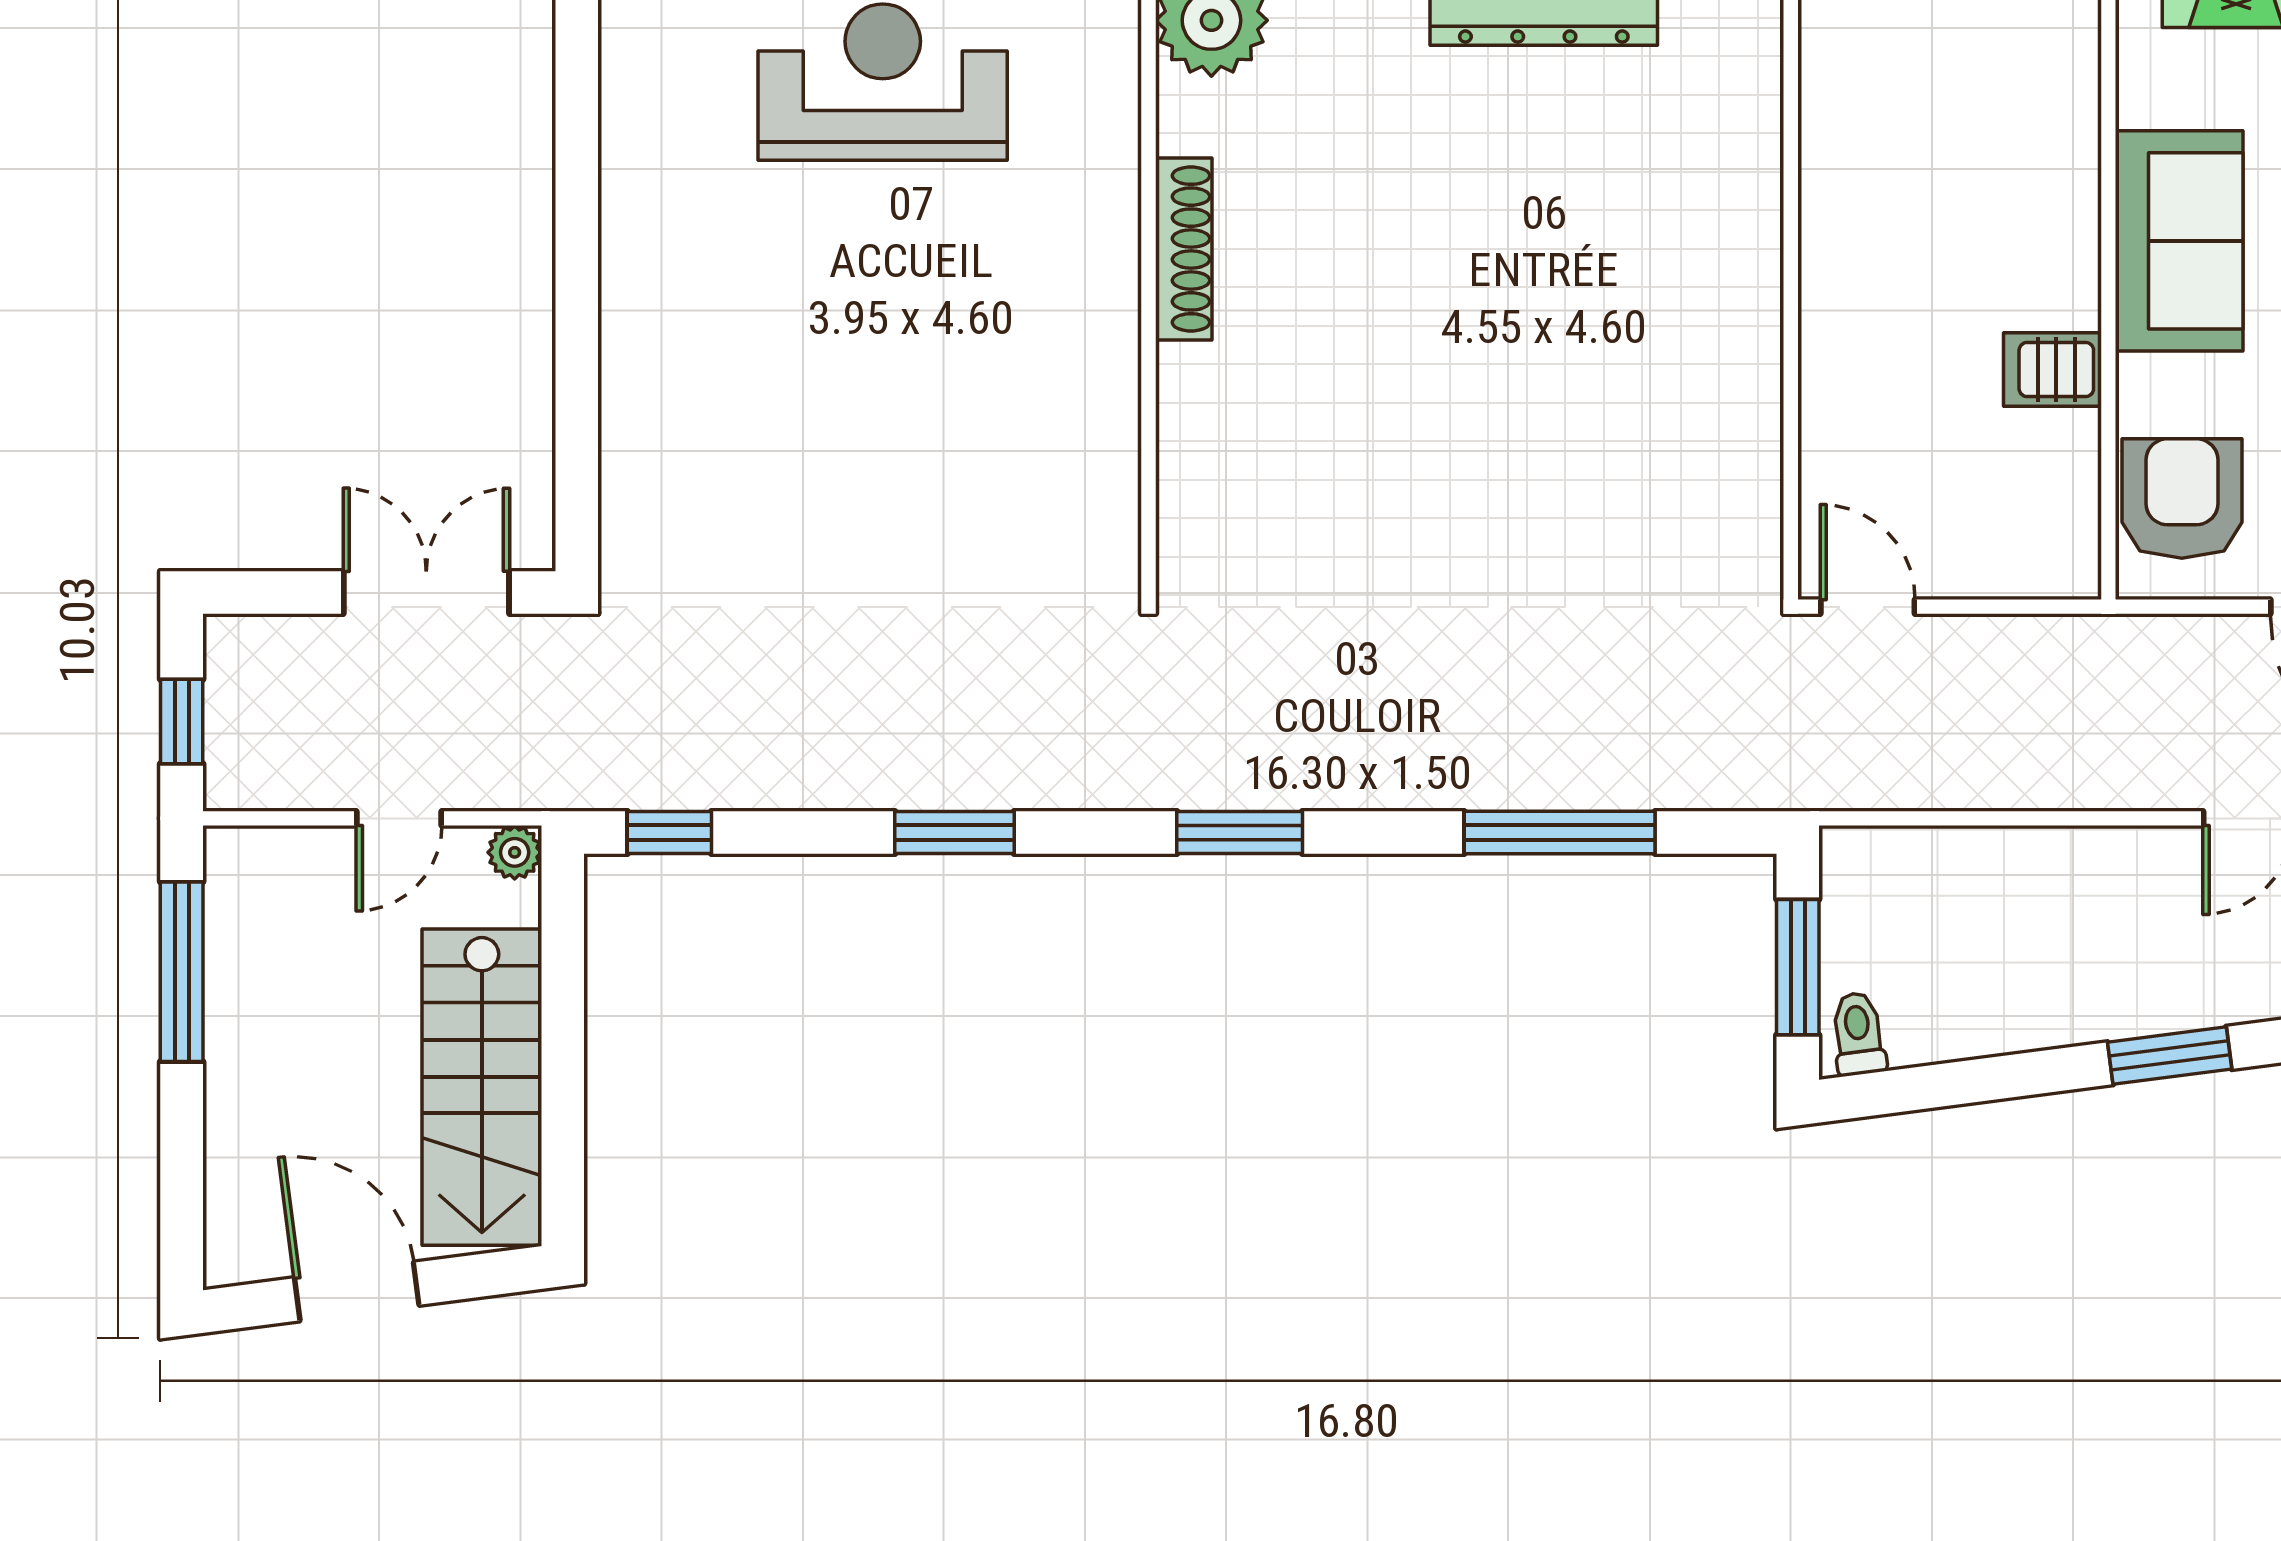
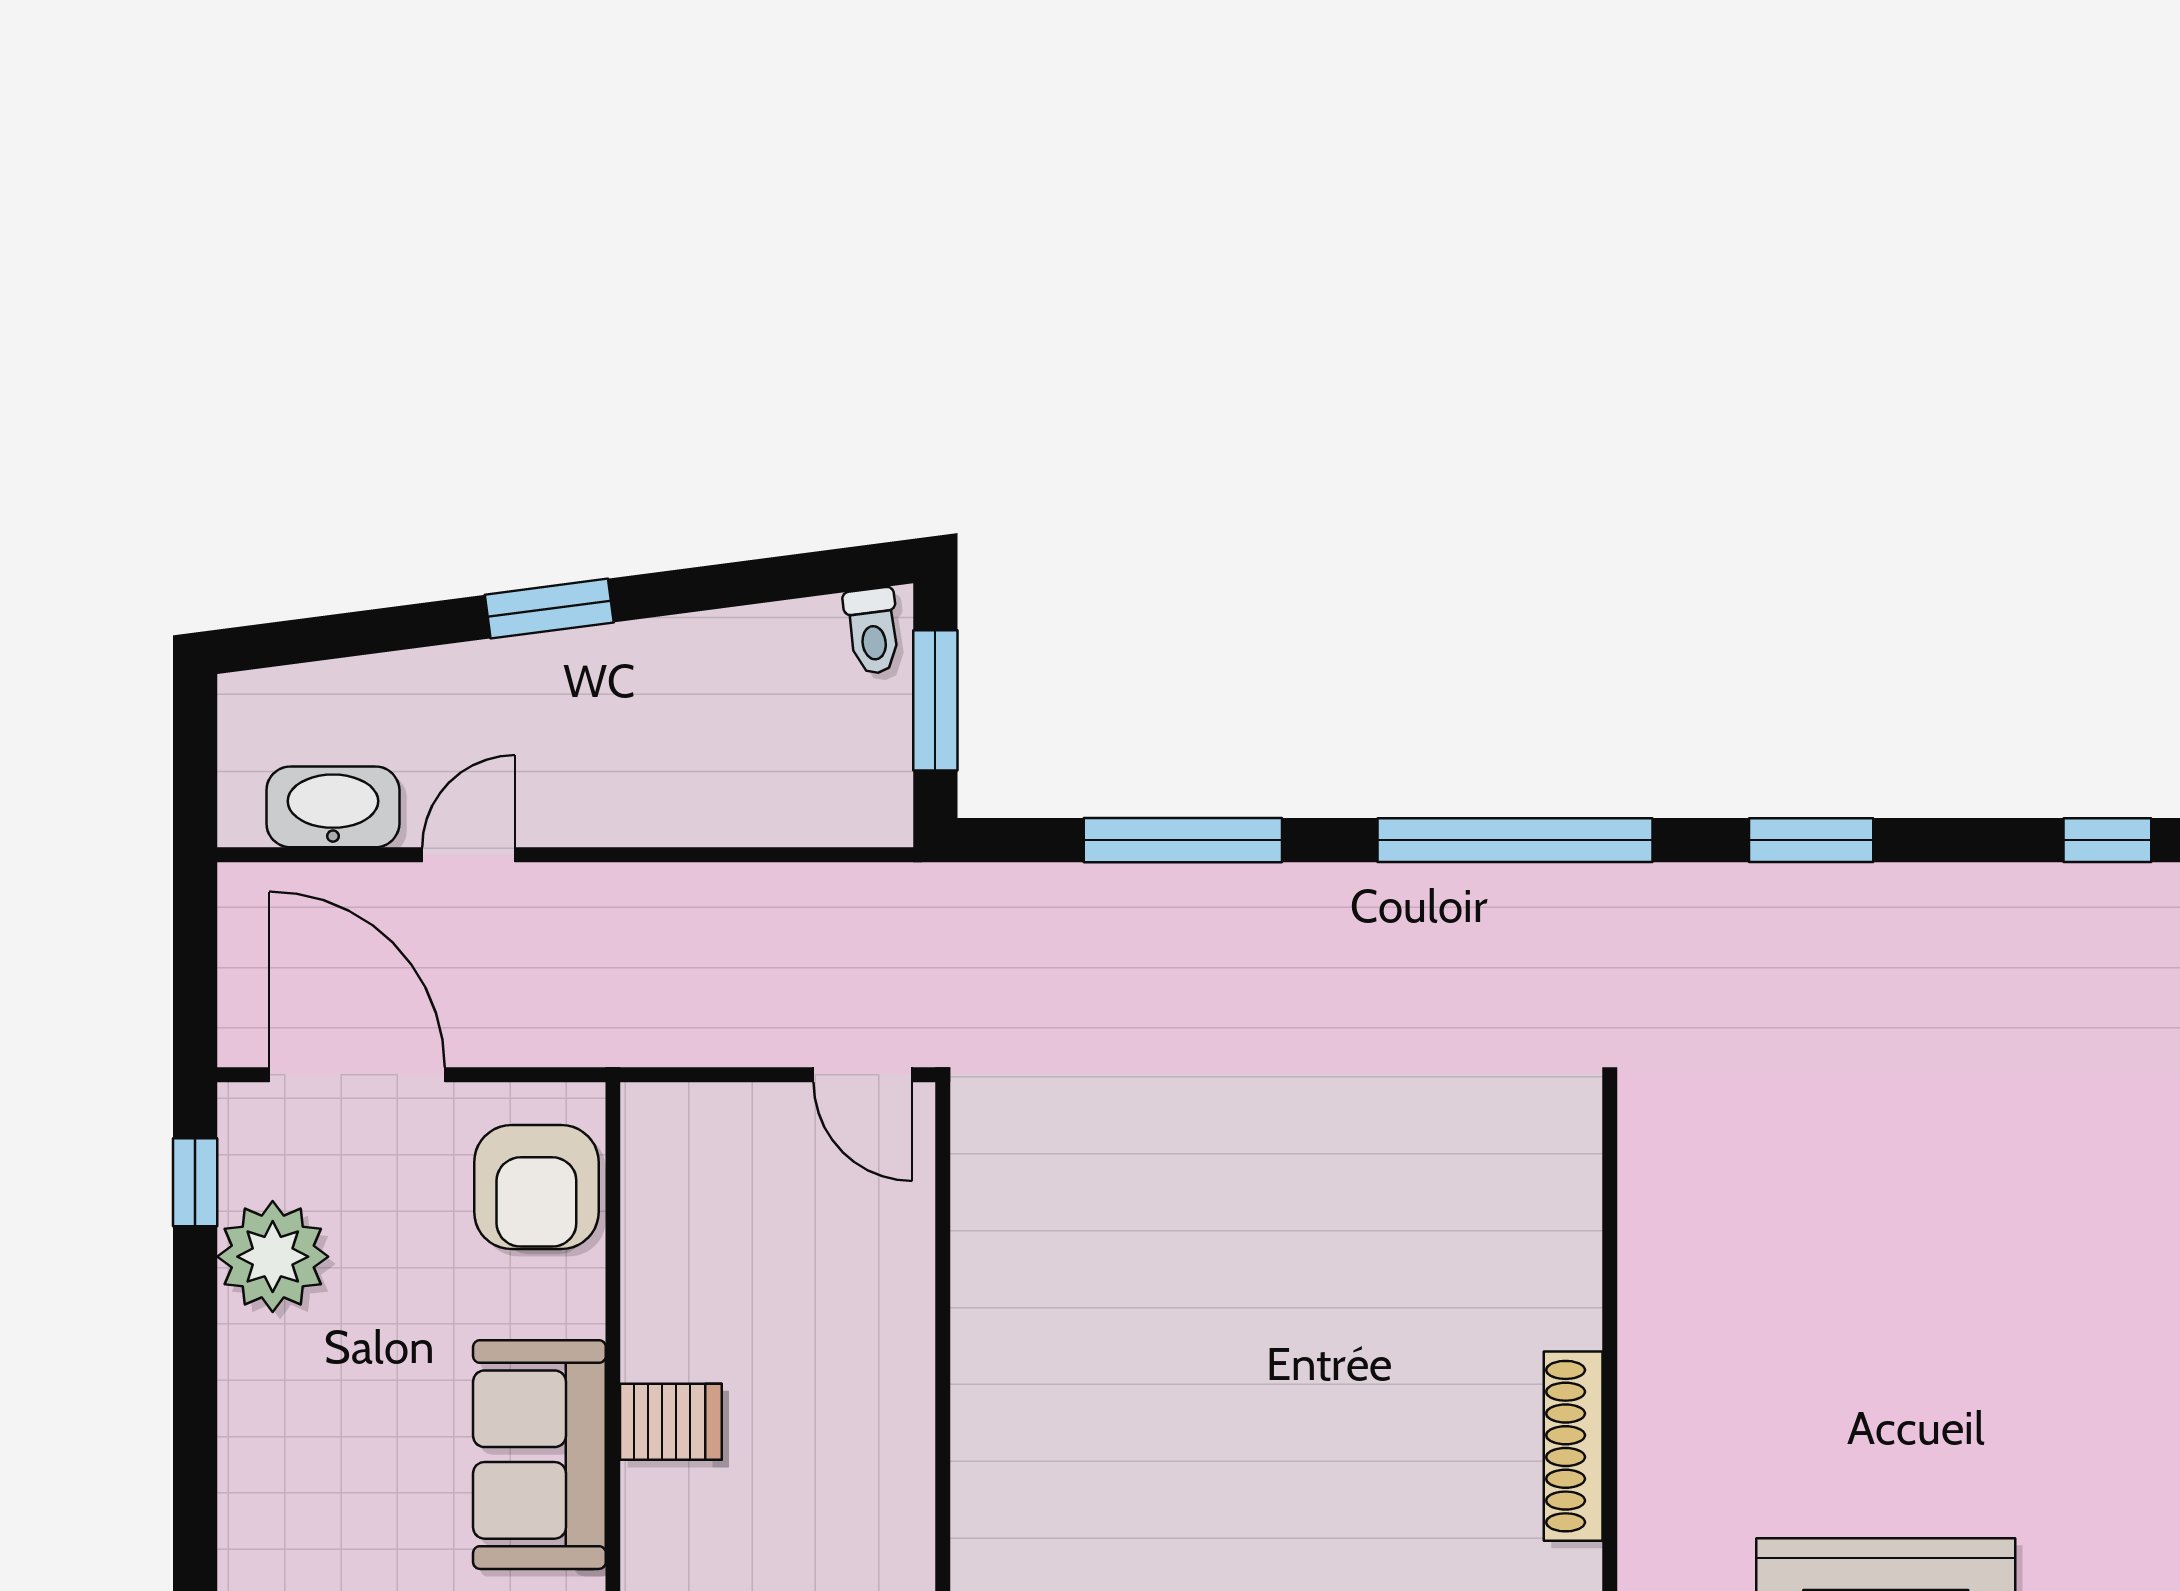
server rack: (2052, 370) -> (671, 1422), moved
window: (1240, 833) -> (1515, 840), width x2.11

